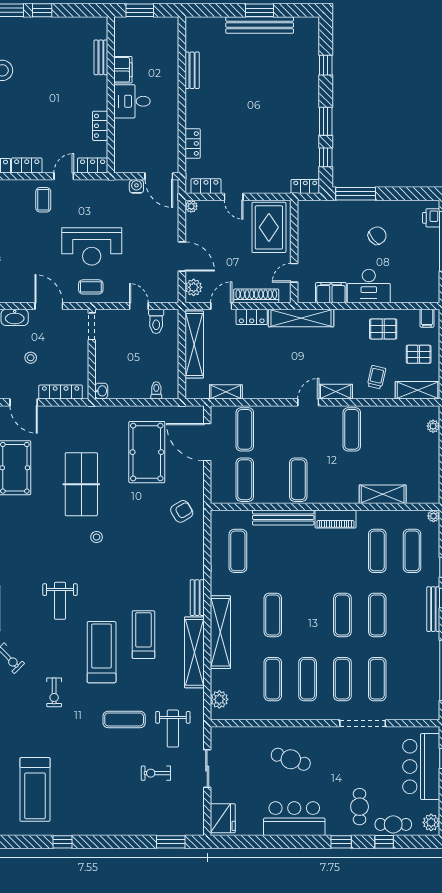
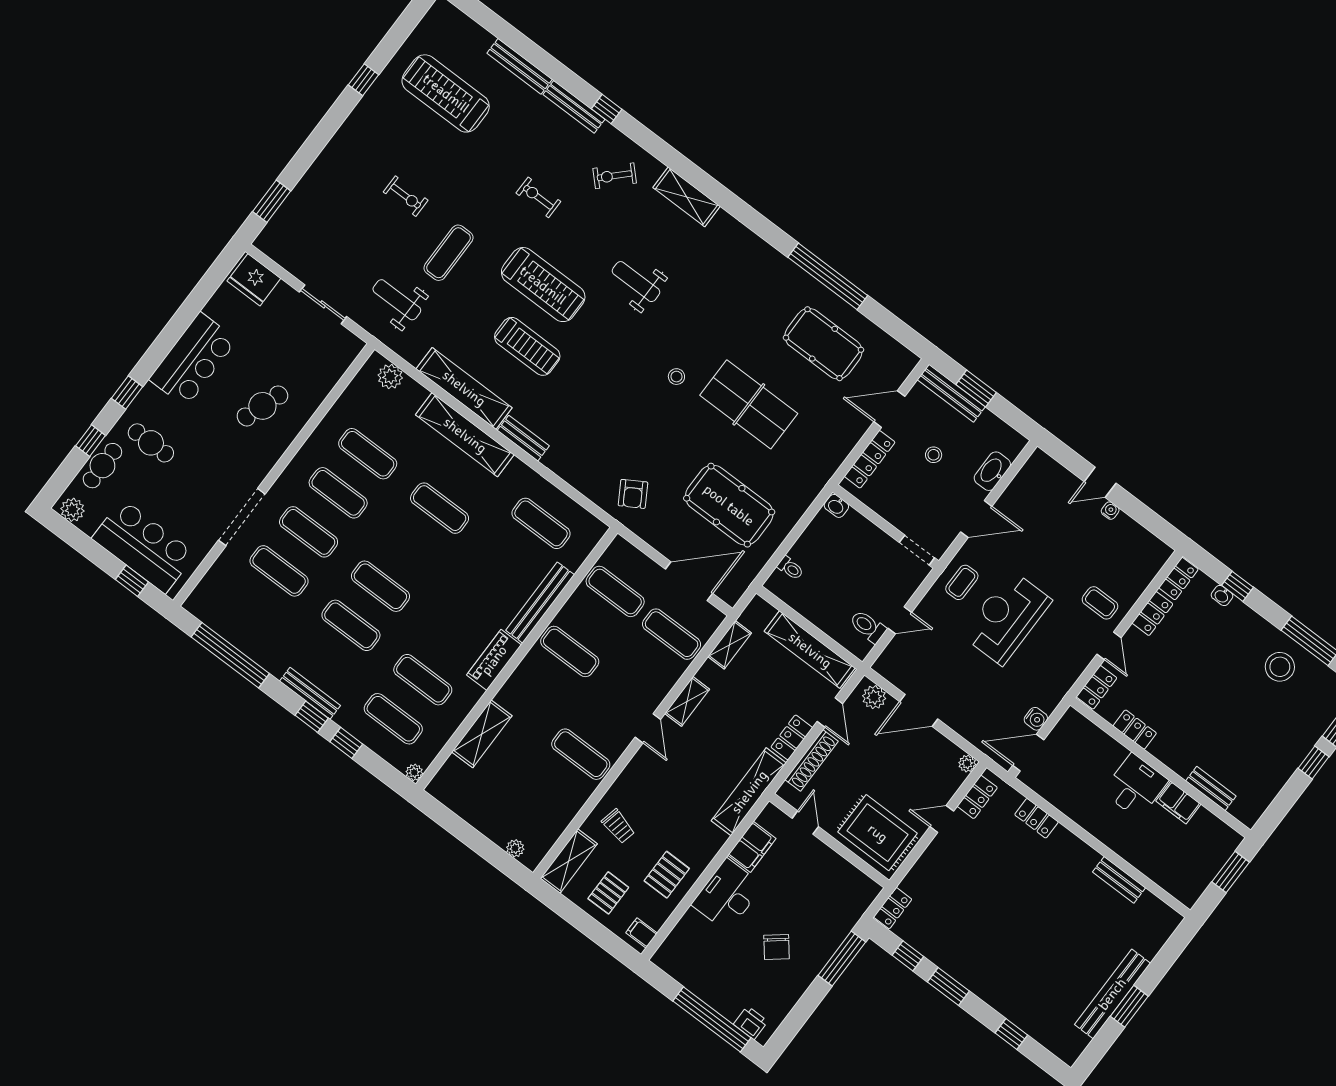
shelving: (336, 392) -> (687, 701), moved
exercise bike: (156, 773) -> (406, 196), moved, turned 90

